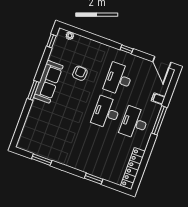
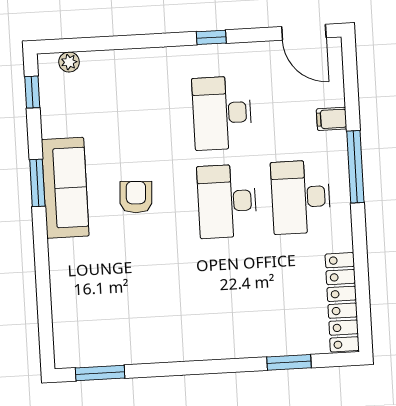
armchair: (80, 73) -> (136, 197), moved
window: (33, 90) -> (37, 183), moved
window: (42, 160) -> (100, 373), moved
window: (94, 179) -> (289, 362), moved

